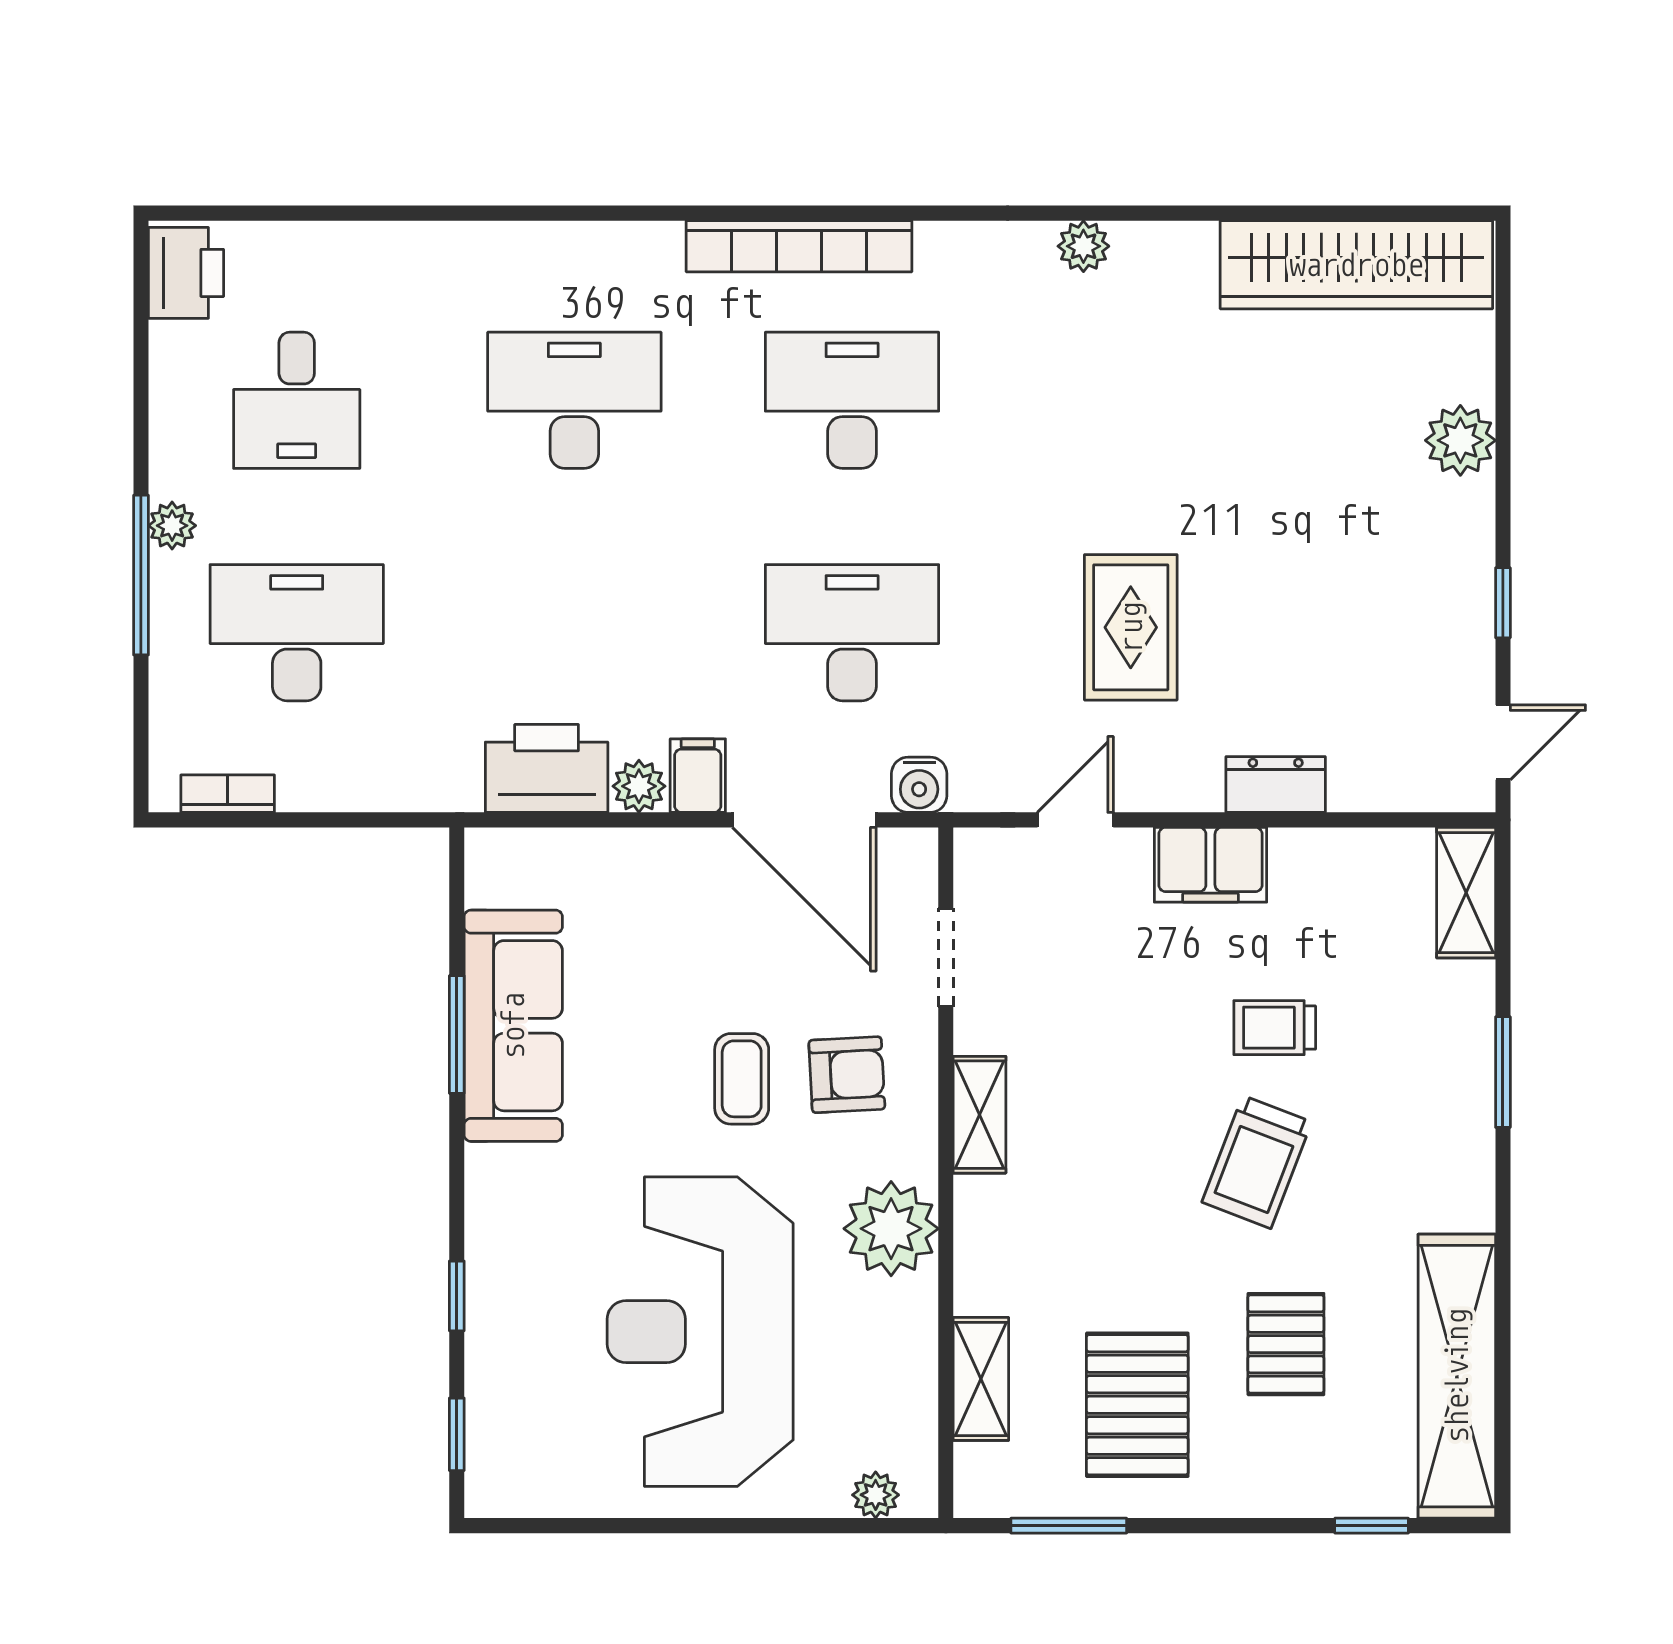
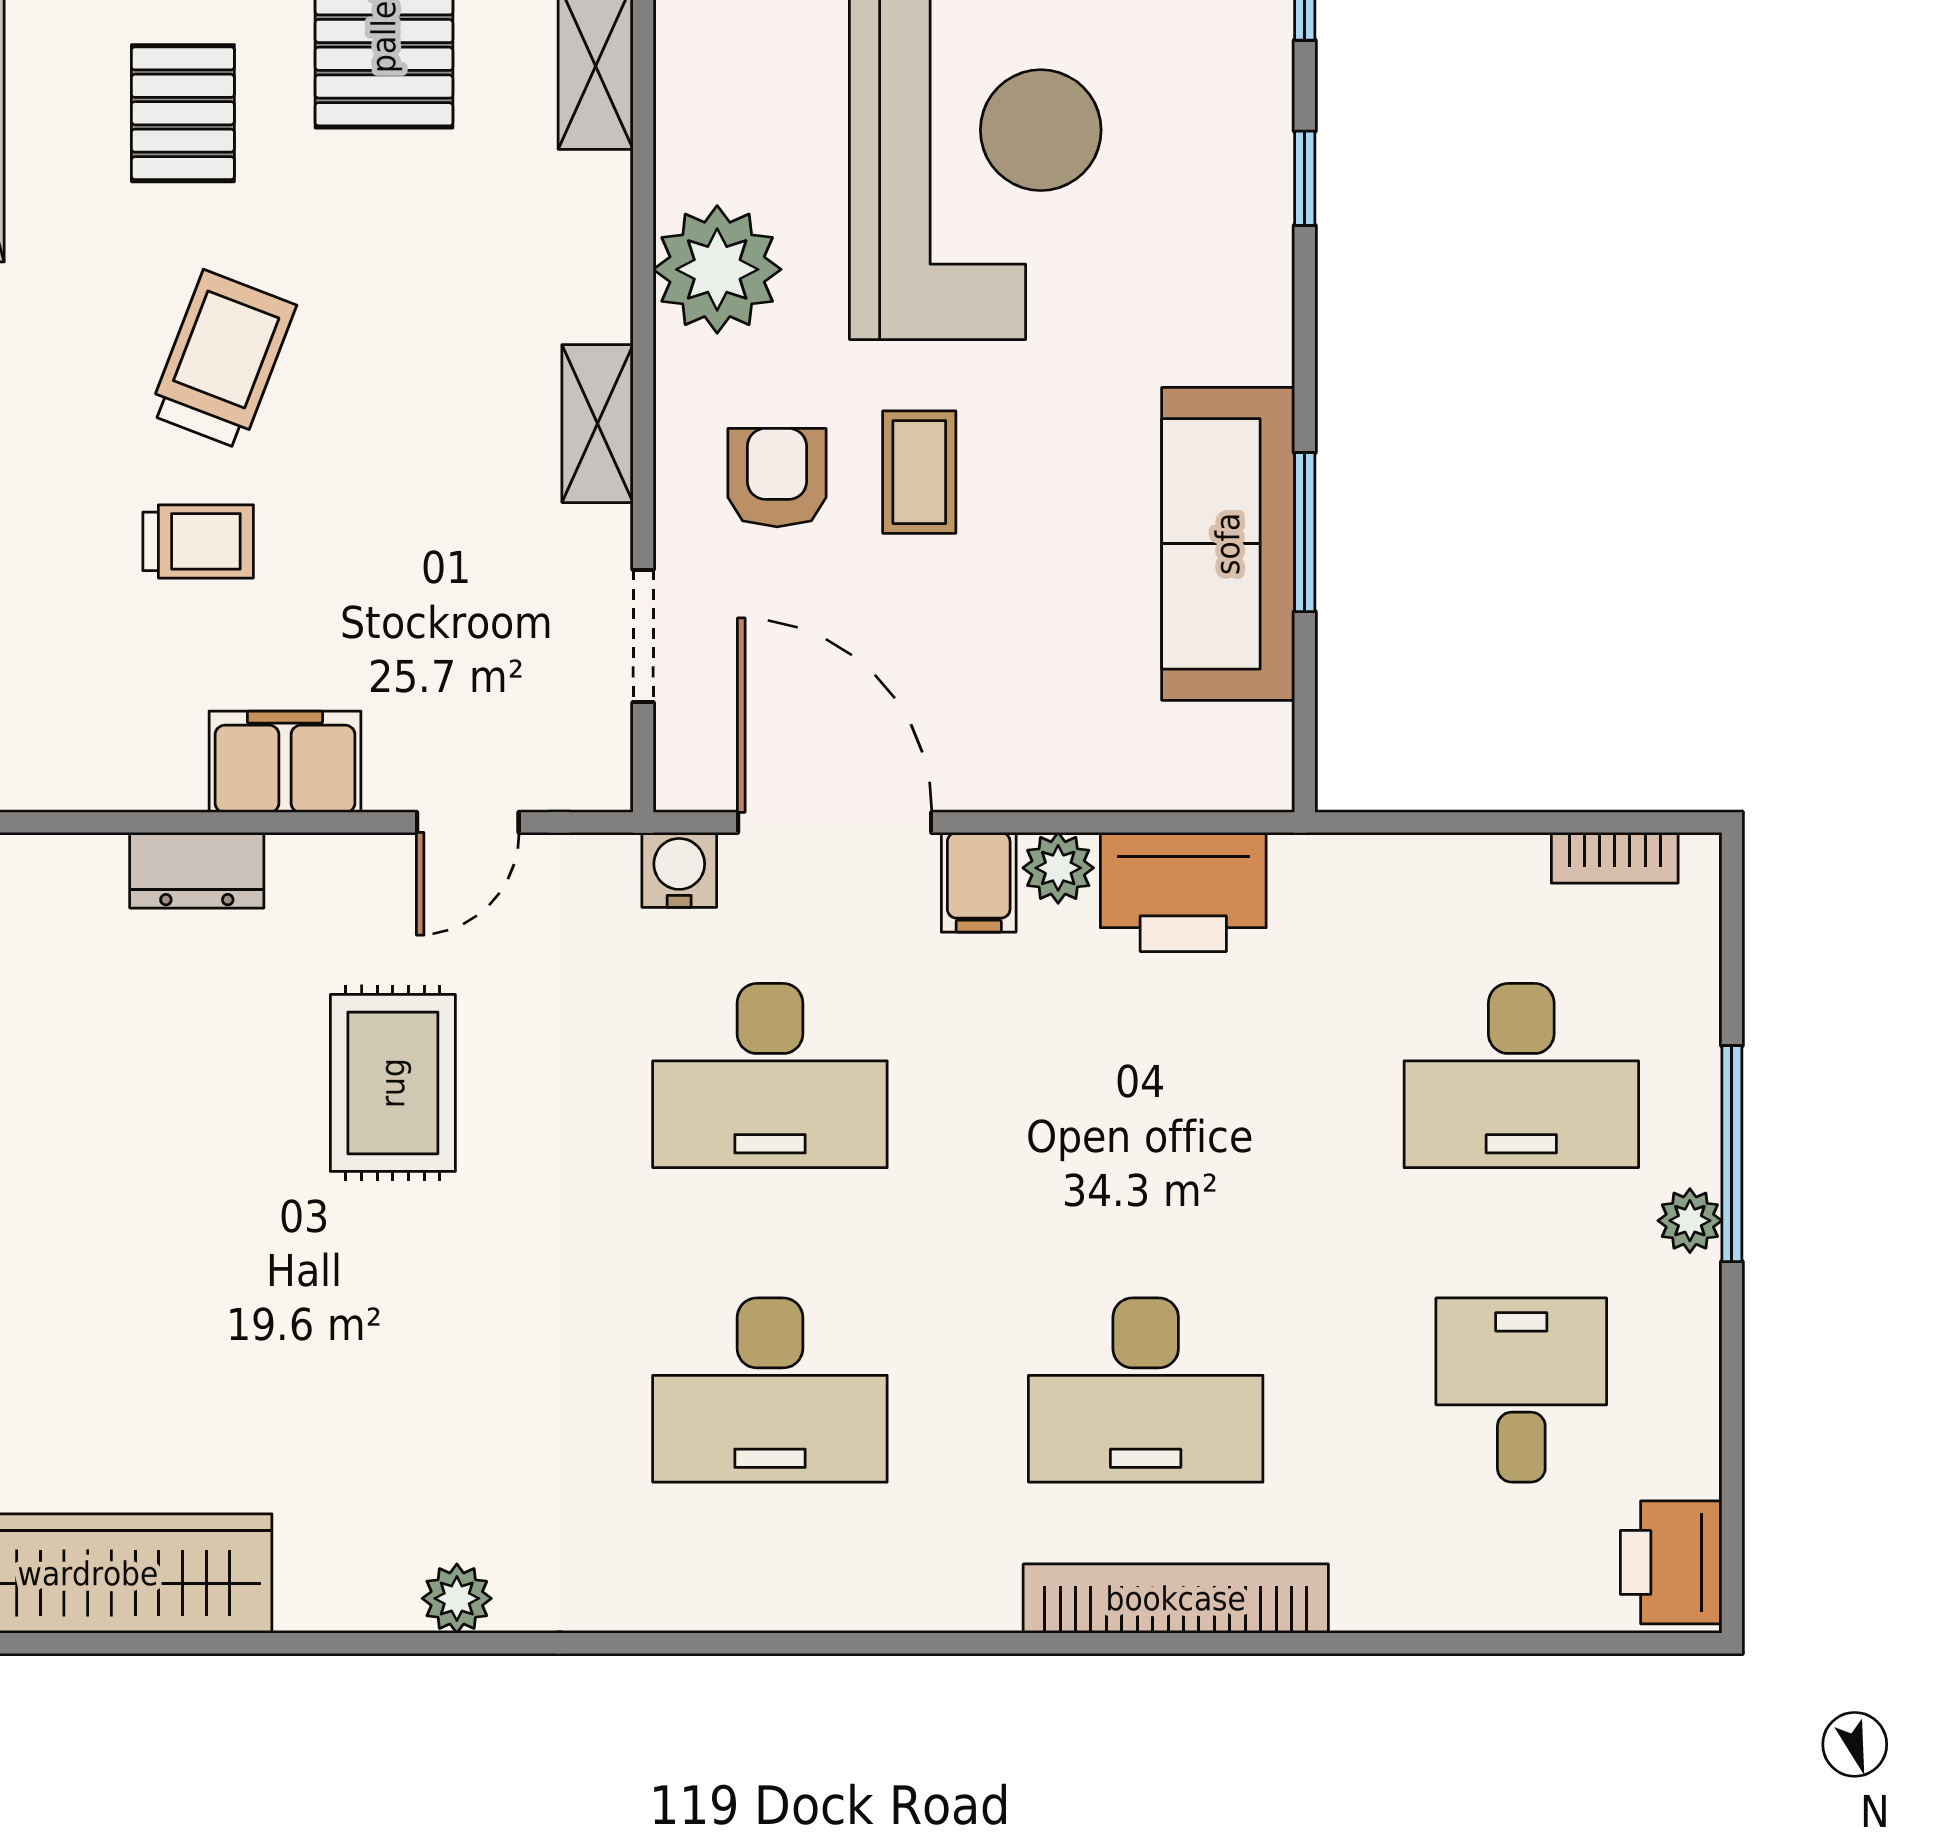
bookcase: (799, 246) -> (1176, 1599), moved
armchair: (847, 1075) -> (777, 478), turned 93

